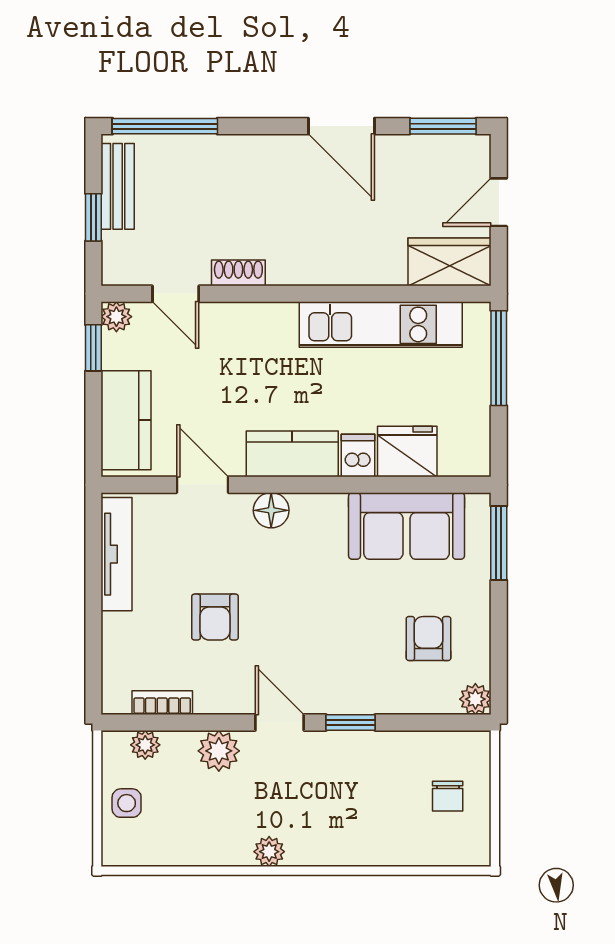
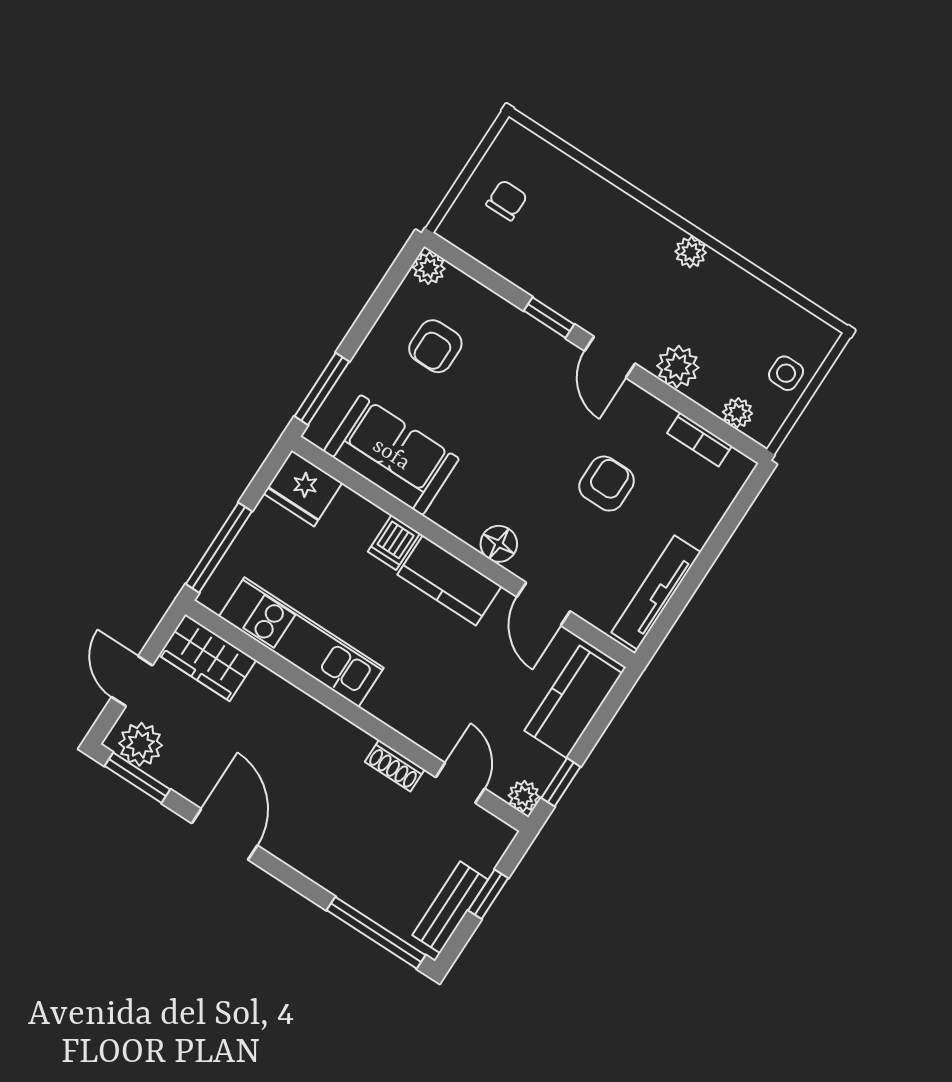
plant: (458, 155) -> (141, 744), added
door: (499, 202) -> (132, 681), swing flipped
fridge: (407, 451) -> (303, 488), moved

